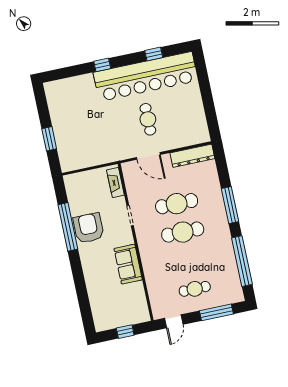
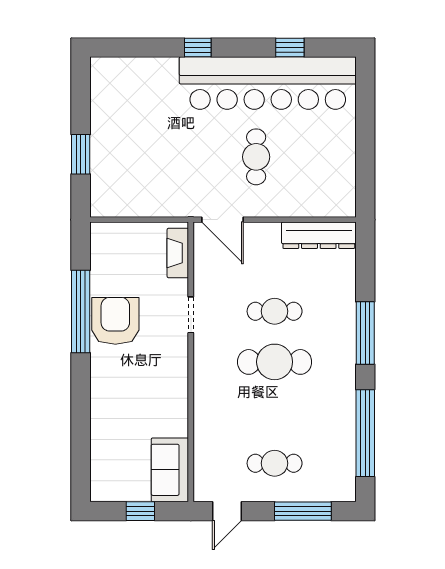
door: (148, 156) -> (222, 220), moved
cafe table: (177, 204) -> (275, 311), width x0.73, depth x0.74
sofa: (128, 264) -> (170, 470), moved

